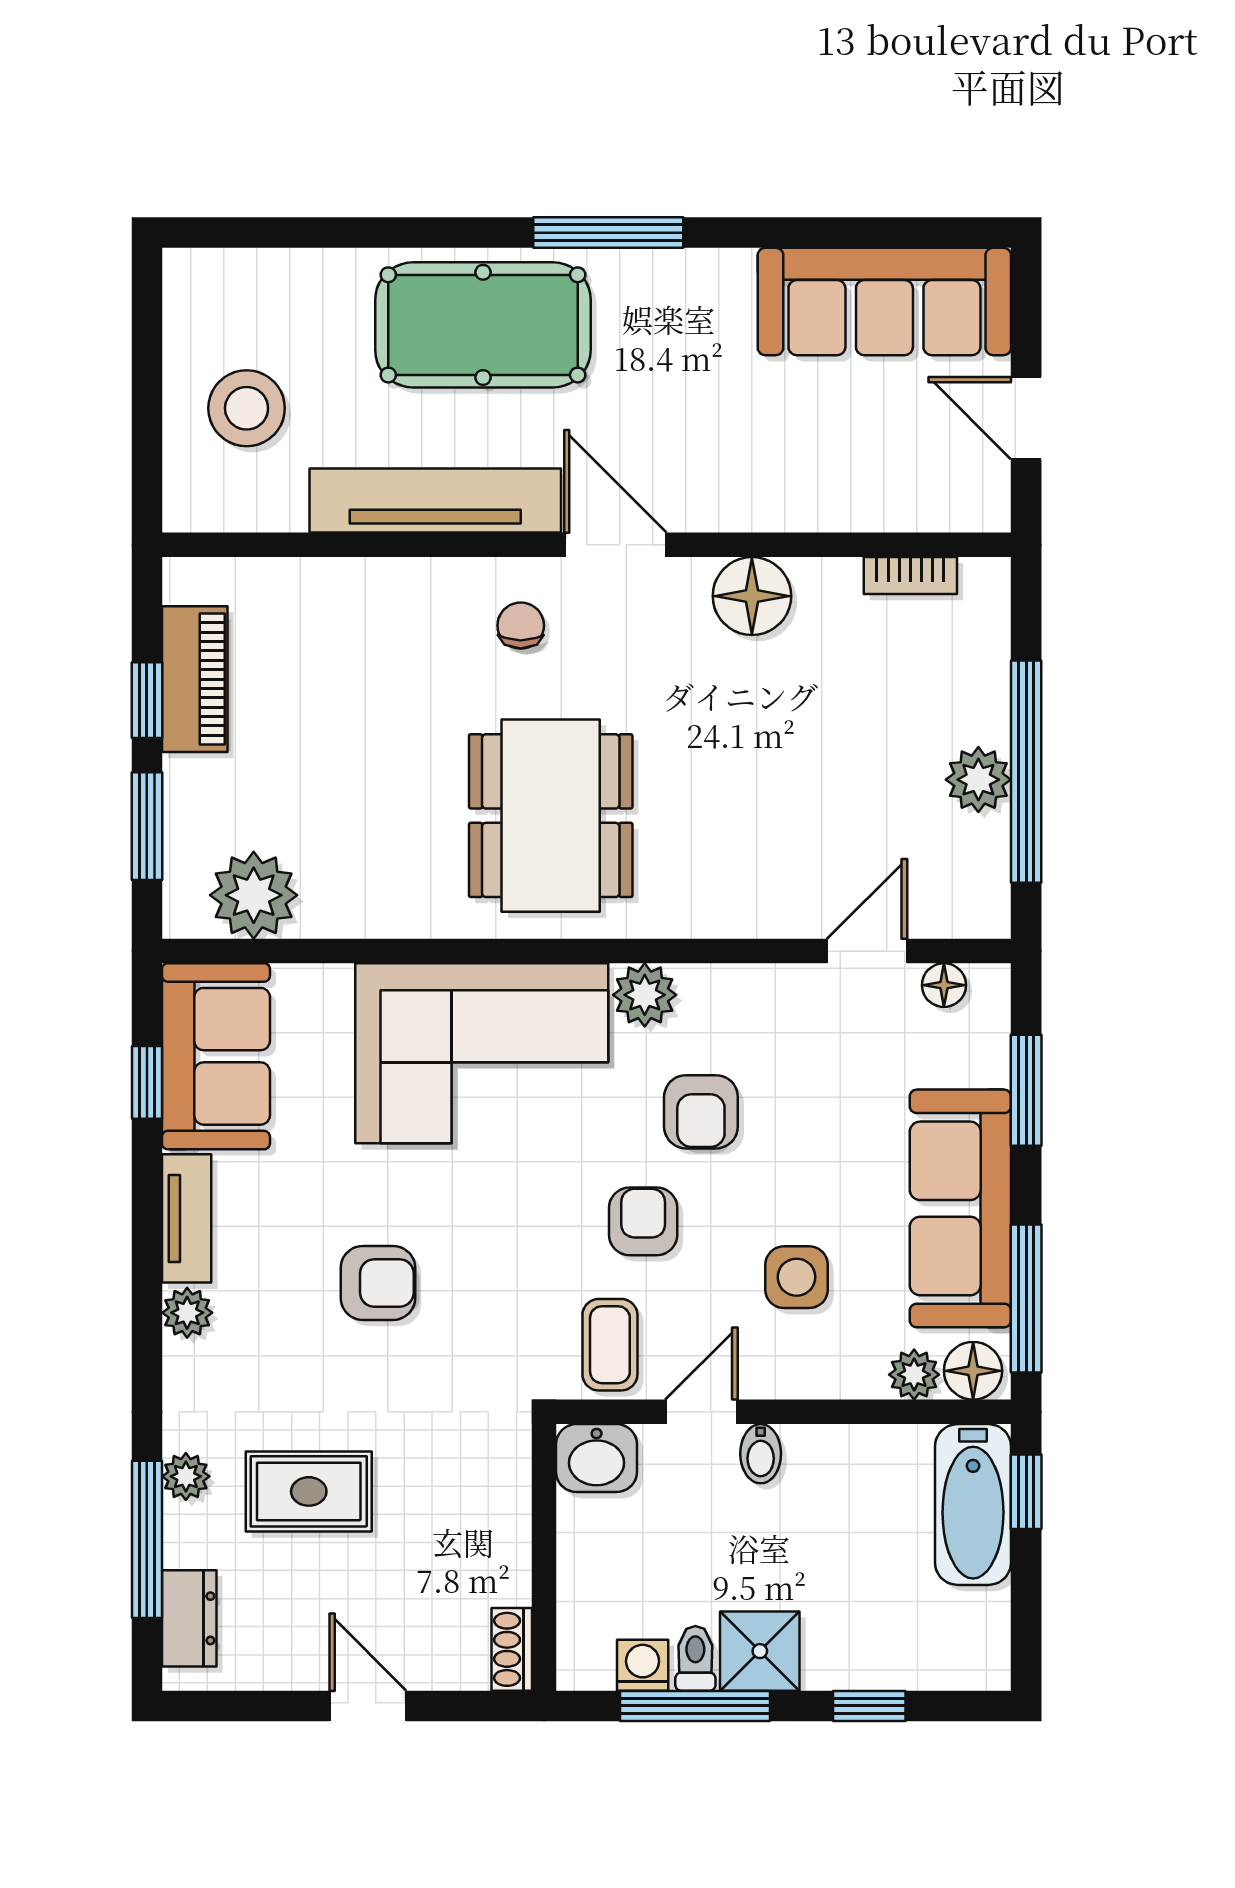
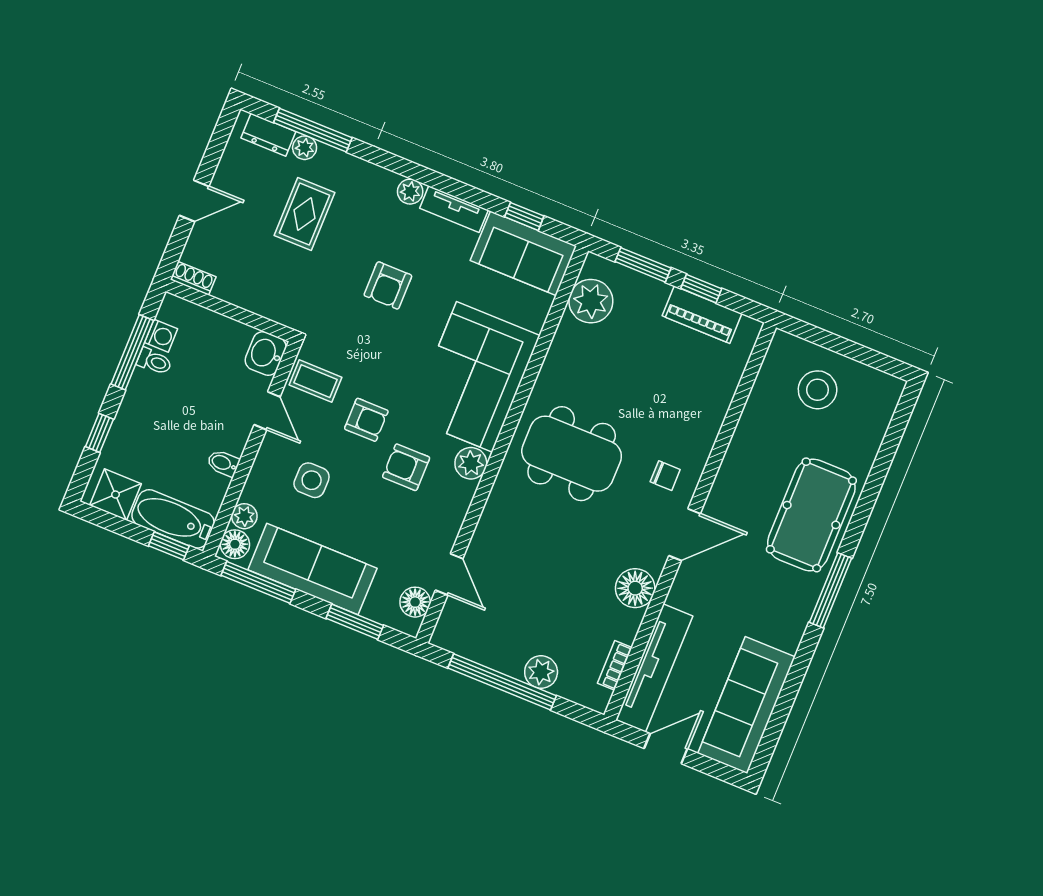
tv unit: (435, 501) -> (654, 668), moved
plant: (978, 780) -> (541, 672), moved
floor lamp: (944, 985) -> (415, 602), width x1.37, depth x1.37
bidet: (761, 1454) -> (223, 463), moved
plant: (186, 1476) -> (305, 148), moved
shower: (760, 1651) -> (115, 495), moved

